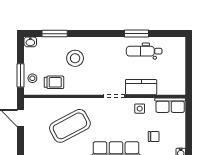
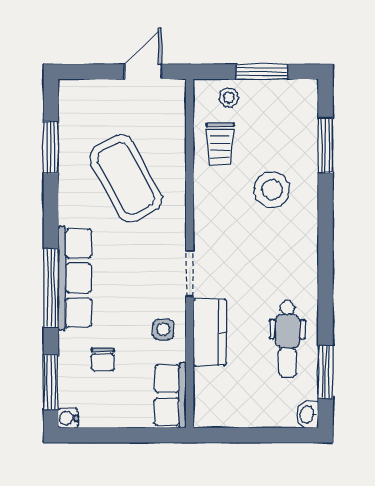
window: (136, 34) -> (325, 372), moved
washbasin: (30, 42) -> (308, 415), moved
dental chair: (144, 51) -> (287, 339), turned 180
window: (20, 75) -> (262, 72), moved

